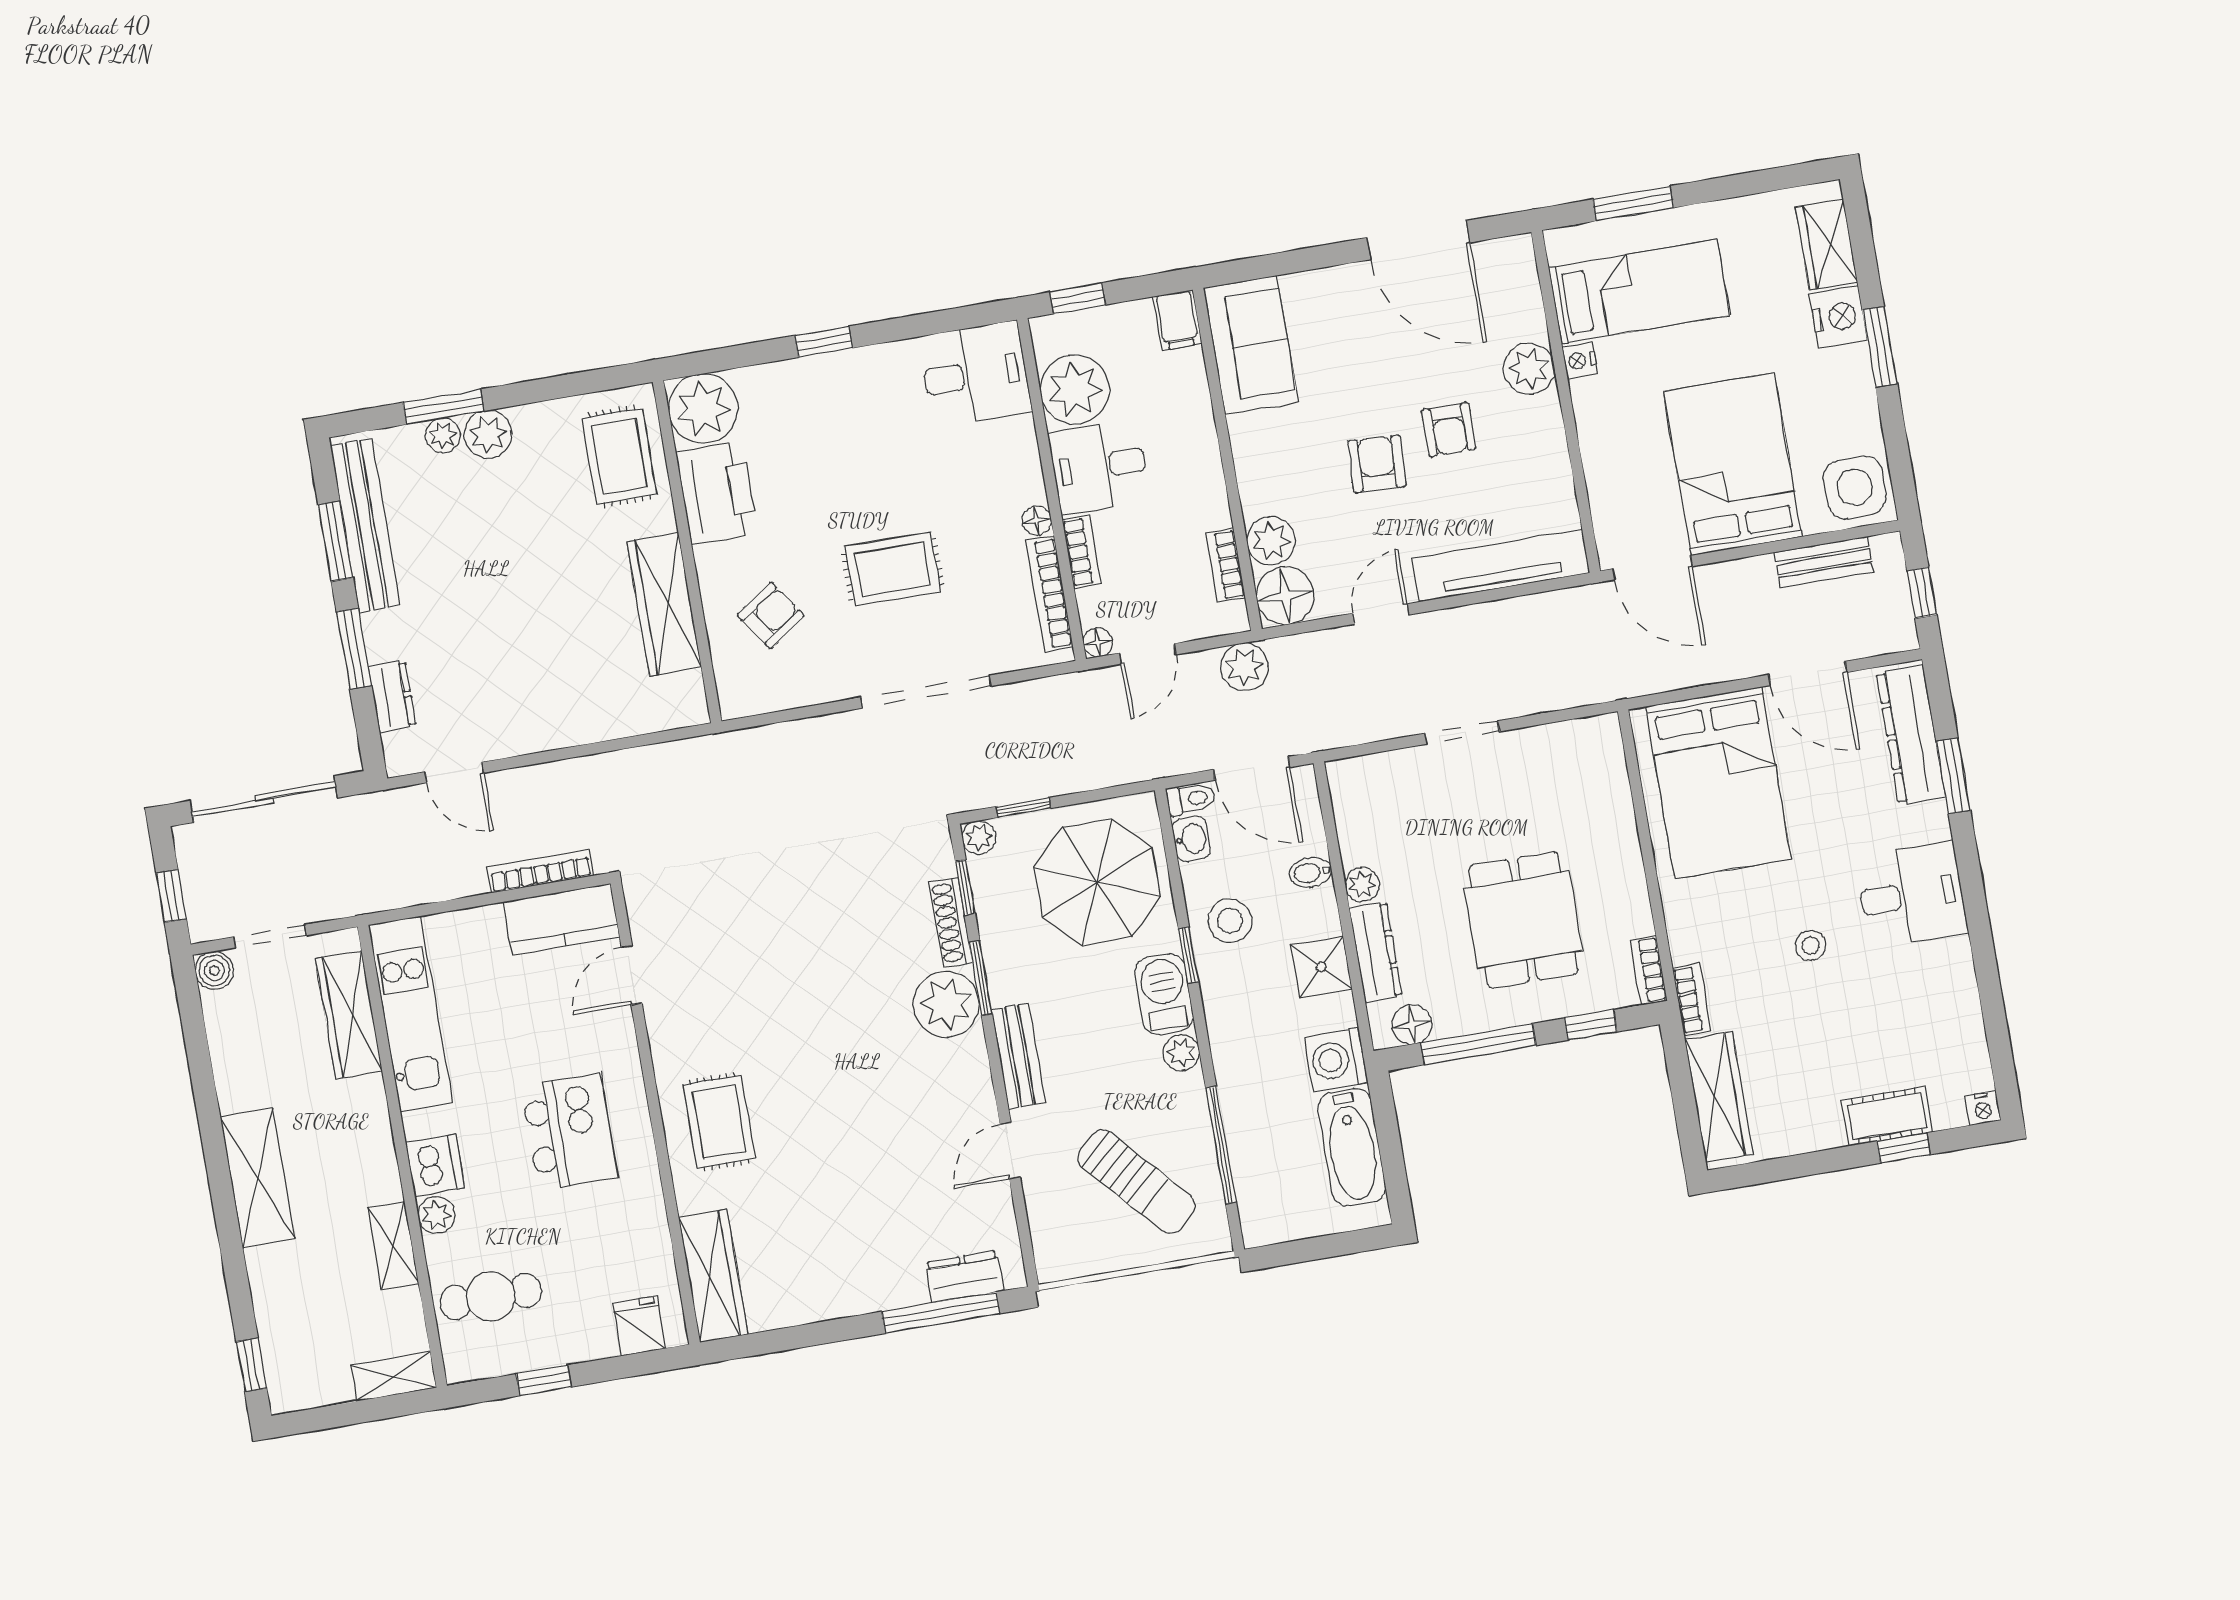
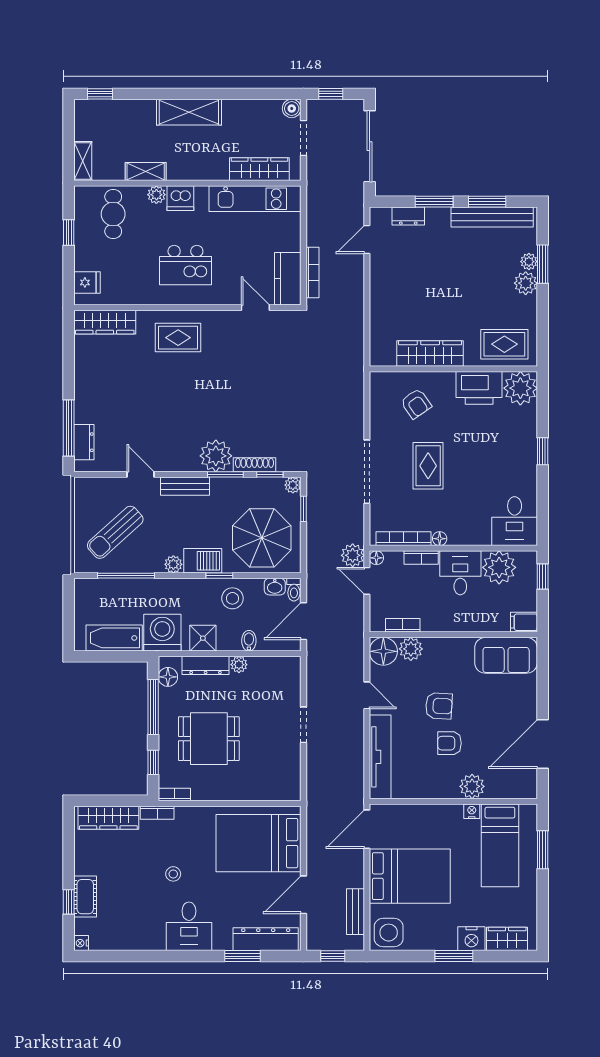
plant: (1244, 667) -> (353, 555), moved
washing machine: (1336, 1060) -> (162, 633), width x1.37, depth x1.37

